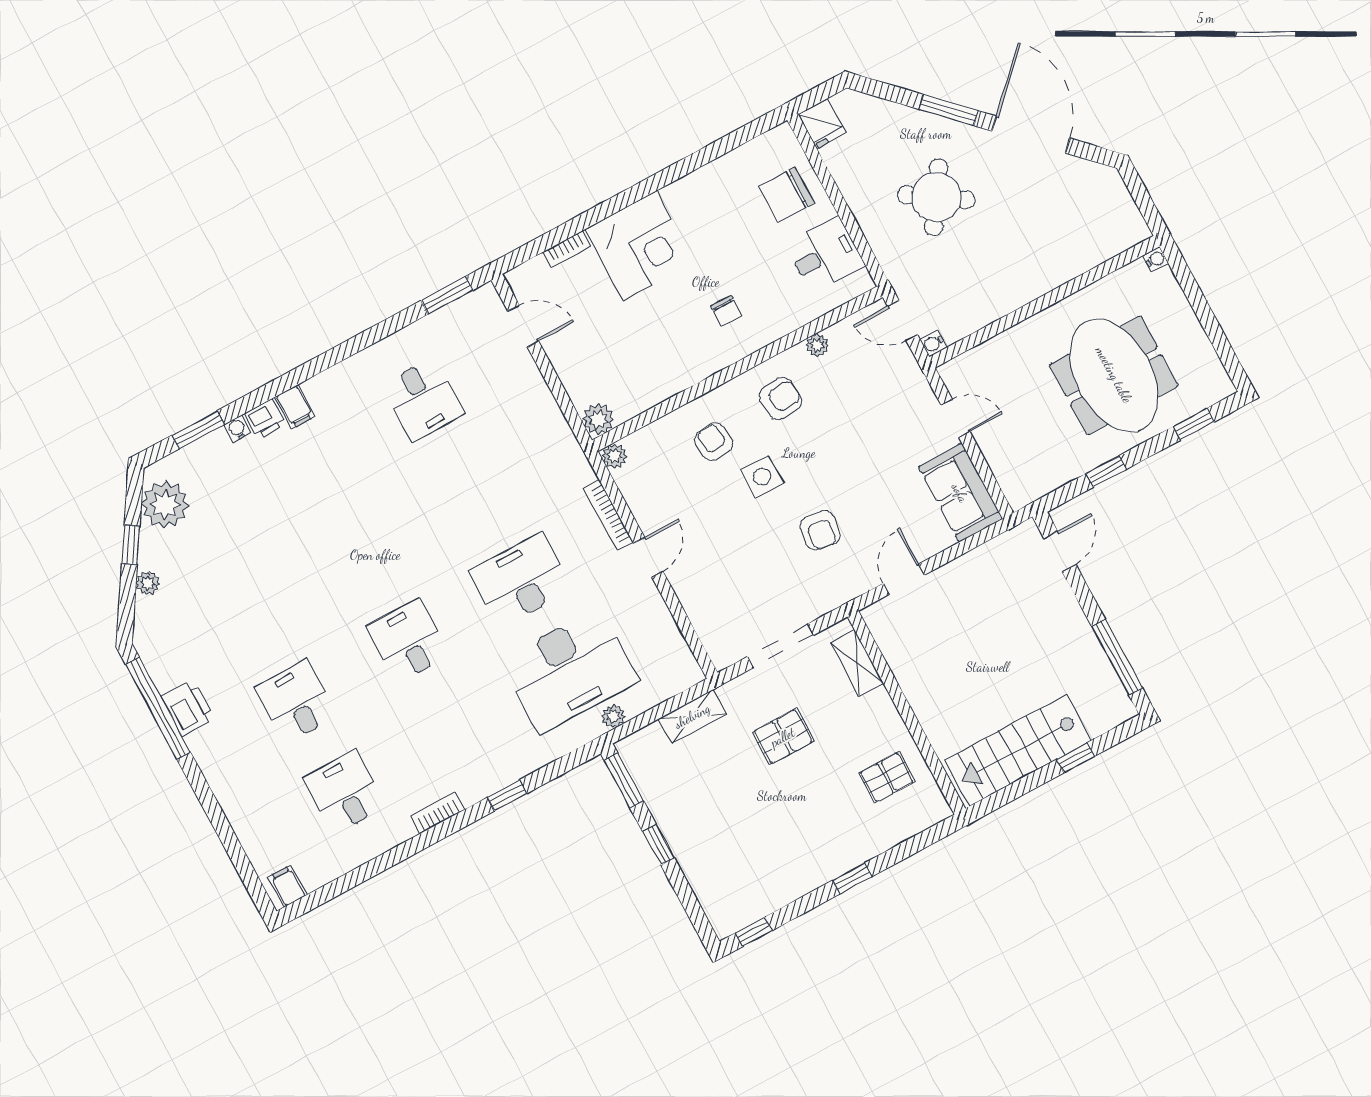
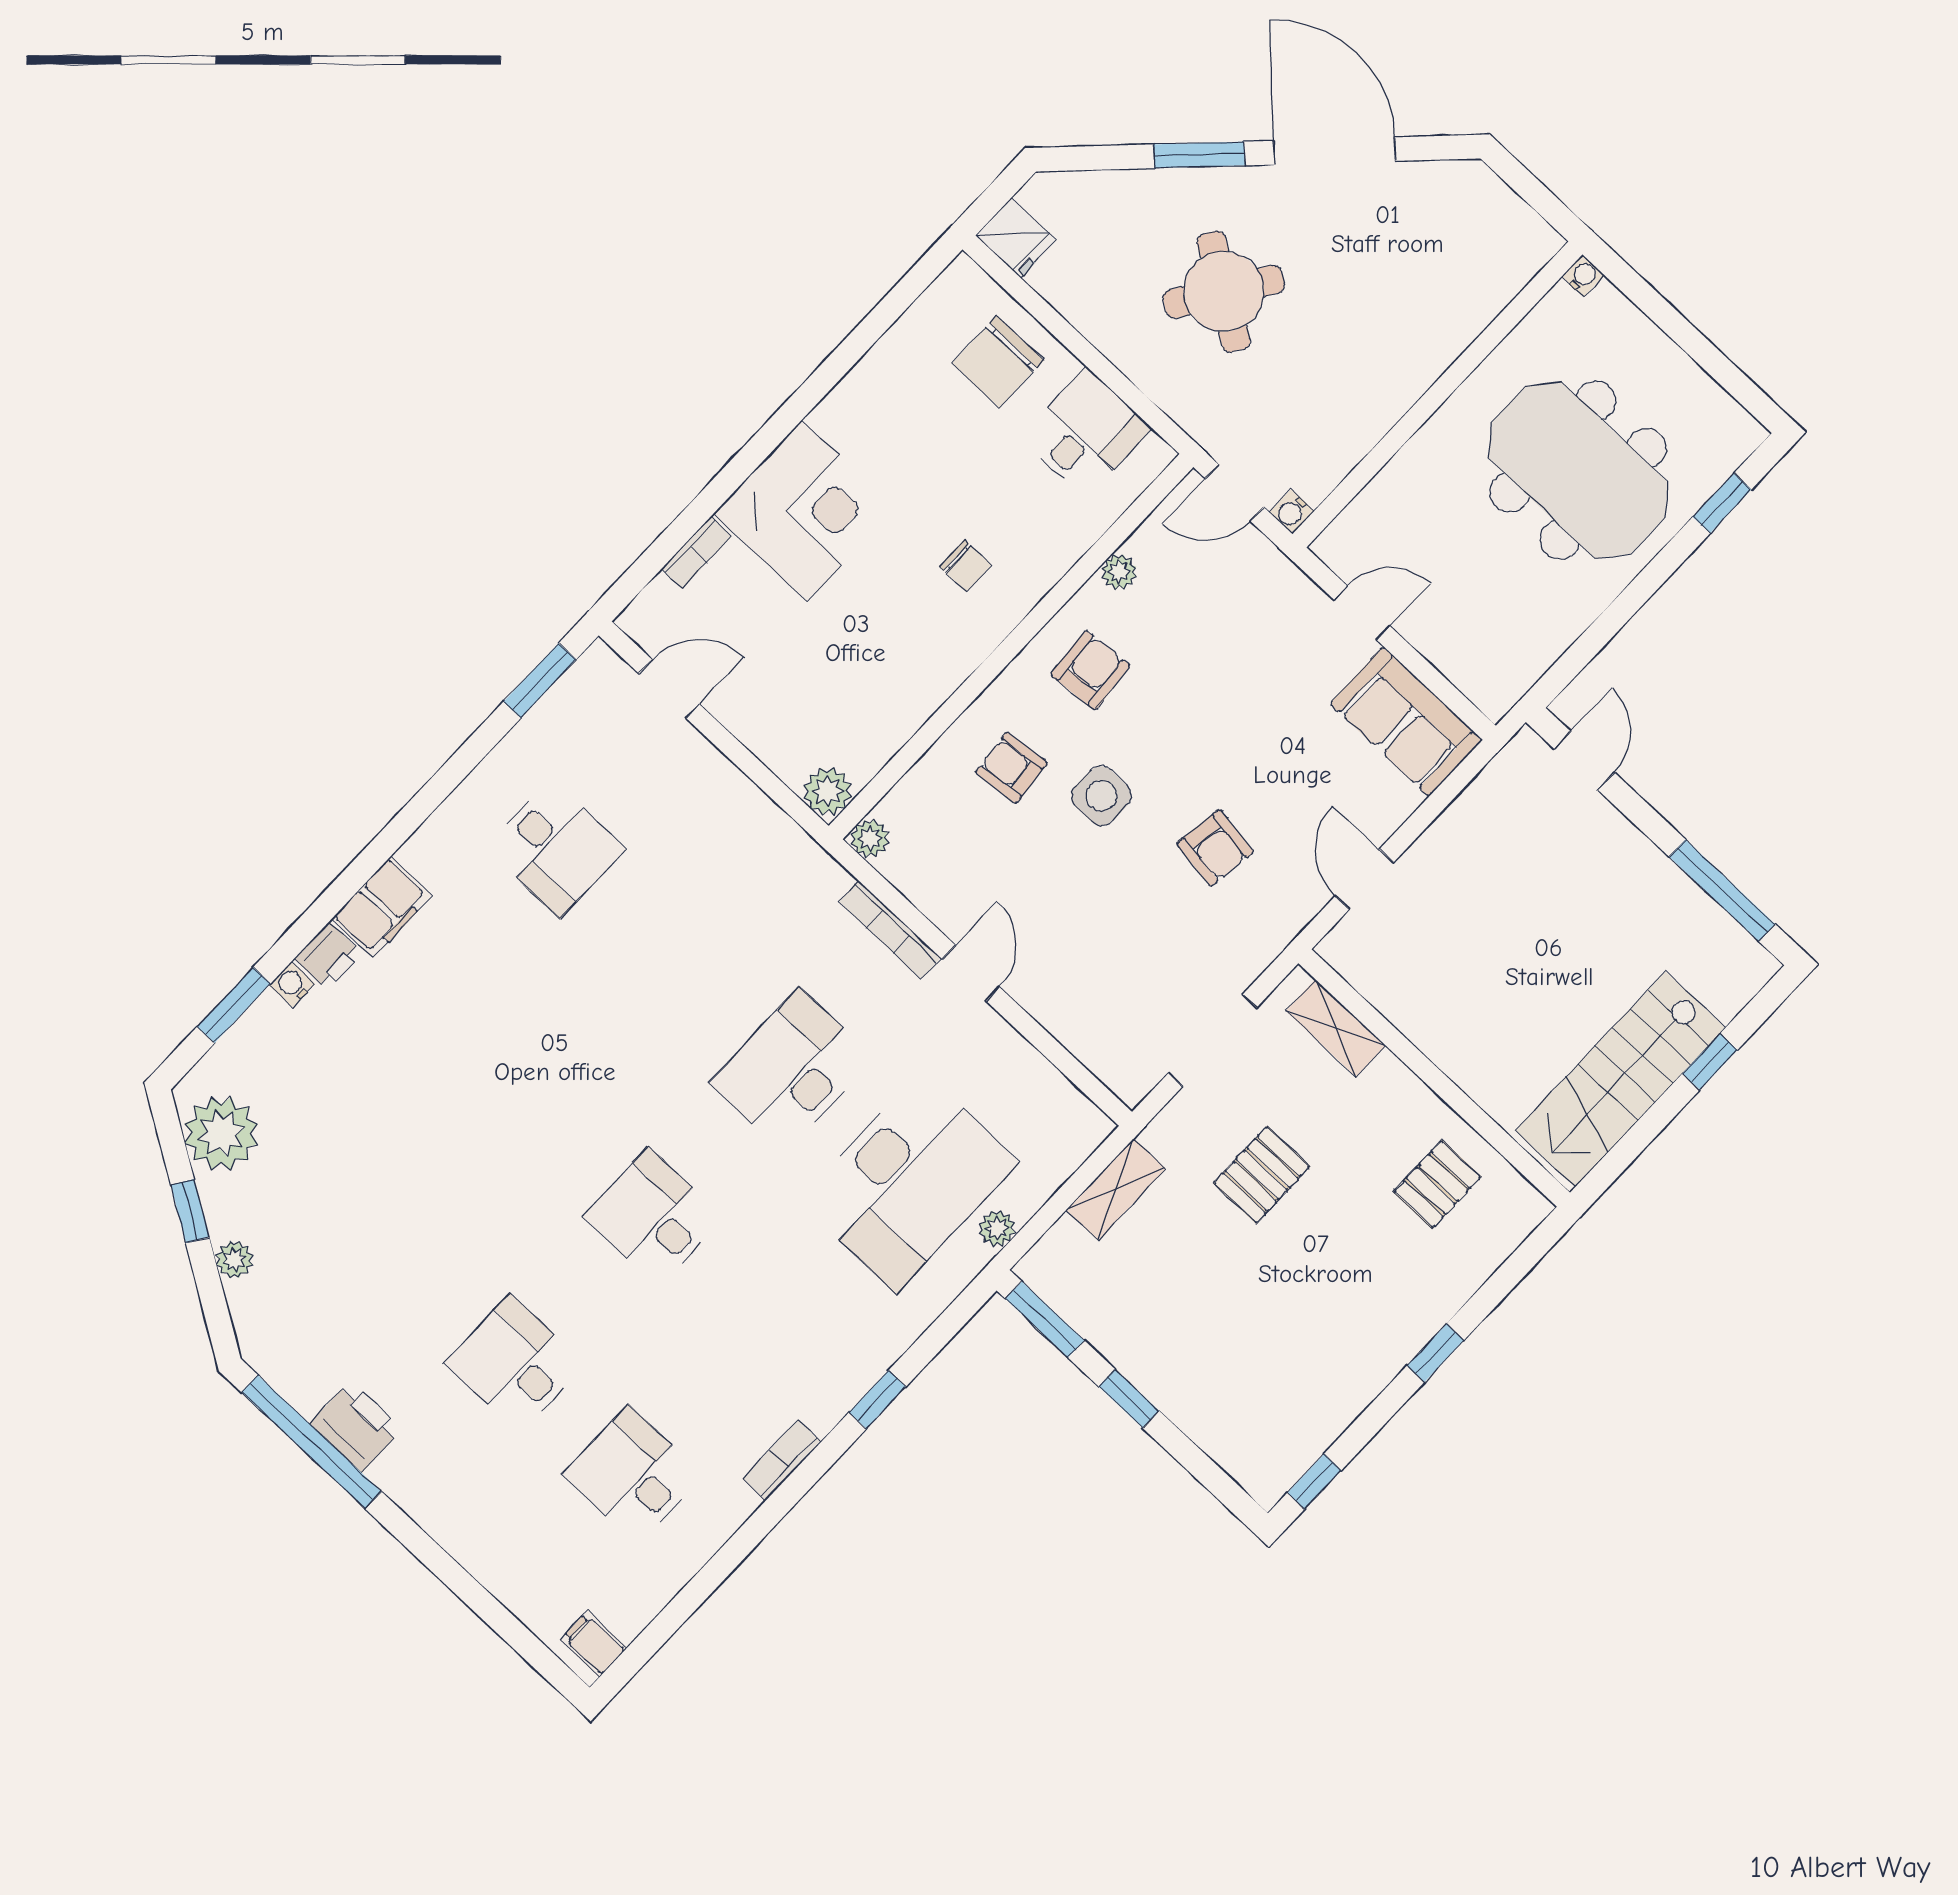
filing cabinet: (295, 407) -> (382, 907), width x2.00
window: (1106, 471) -> (1614, 618), removed

